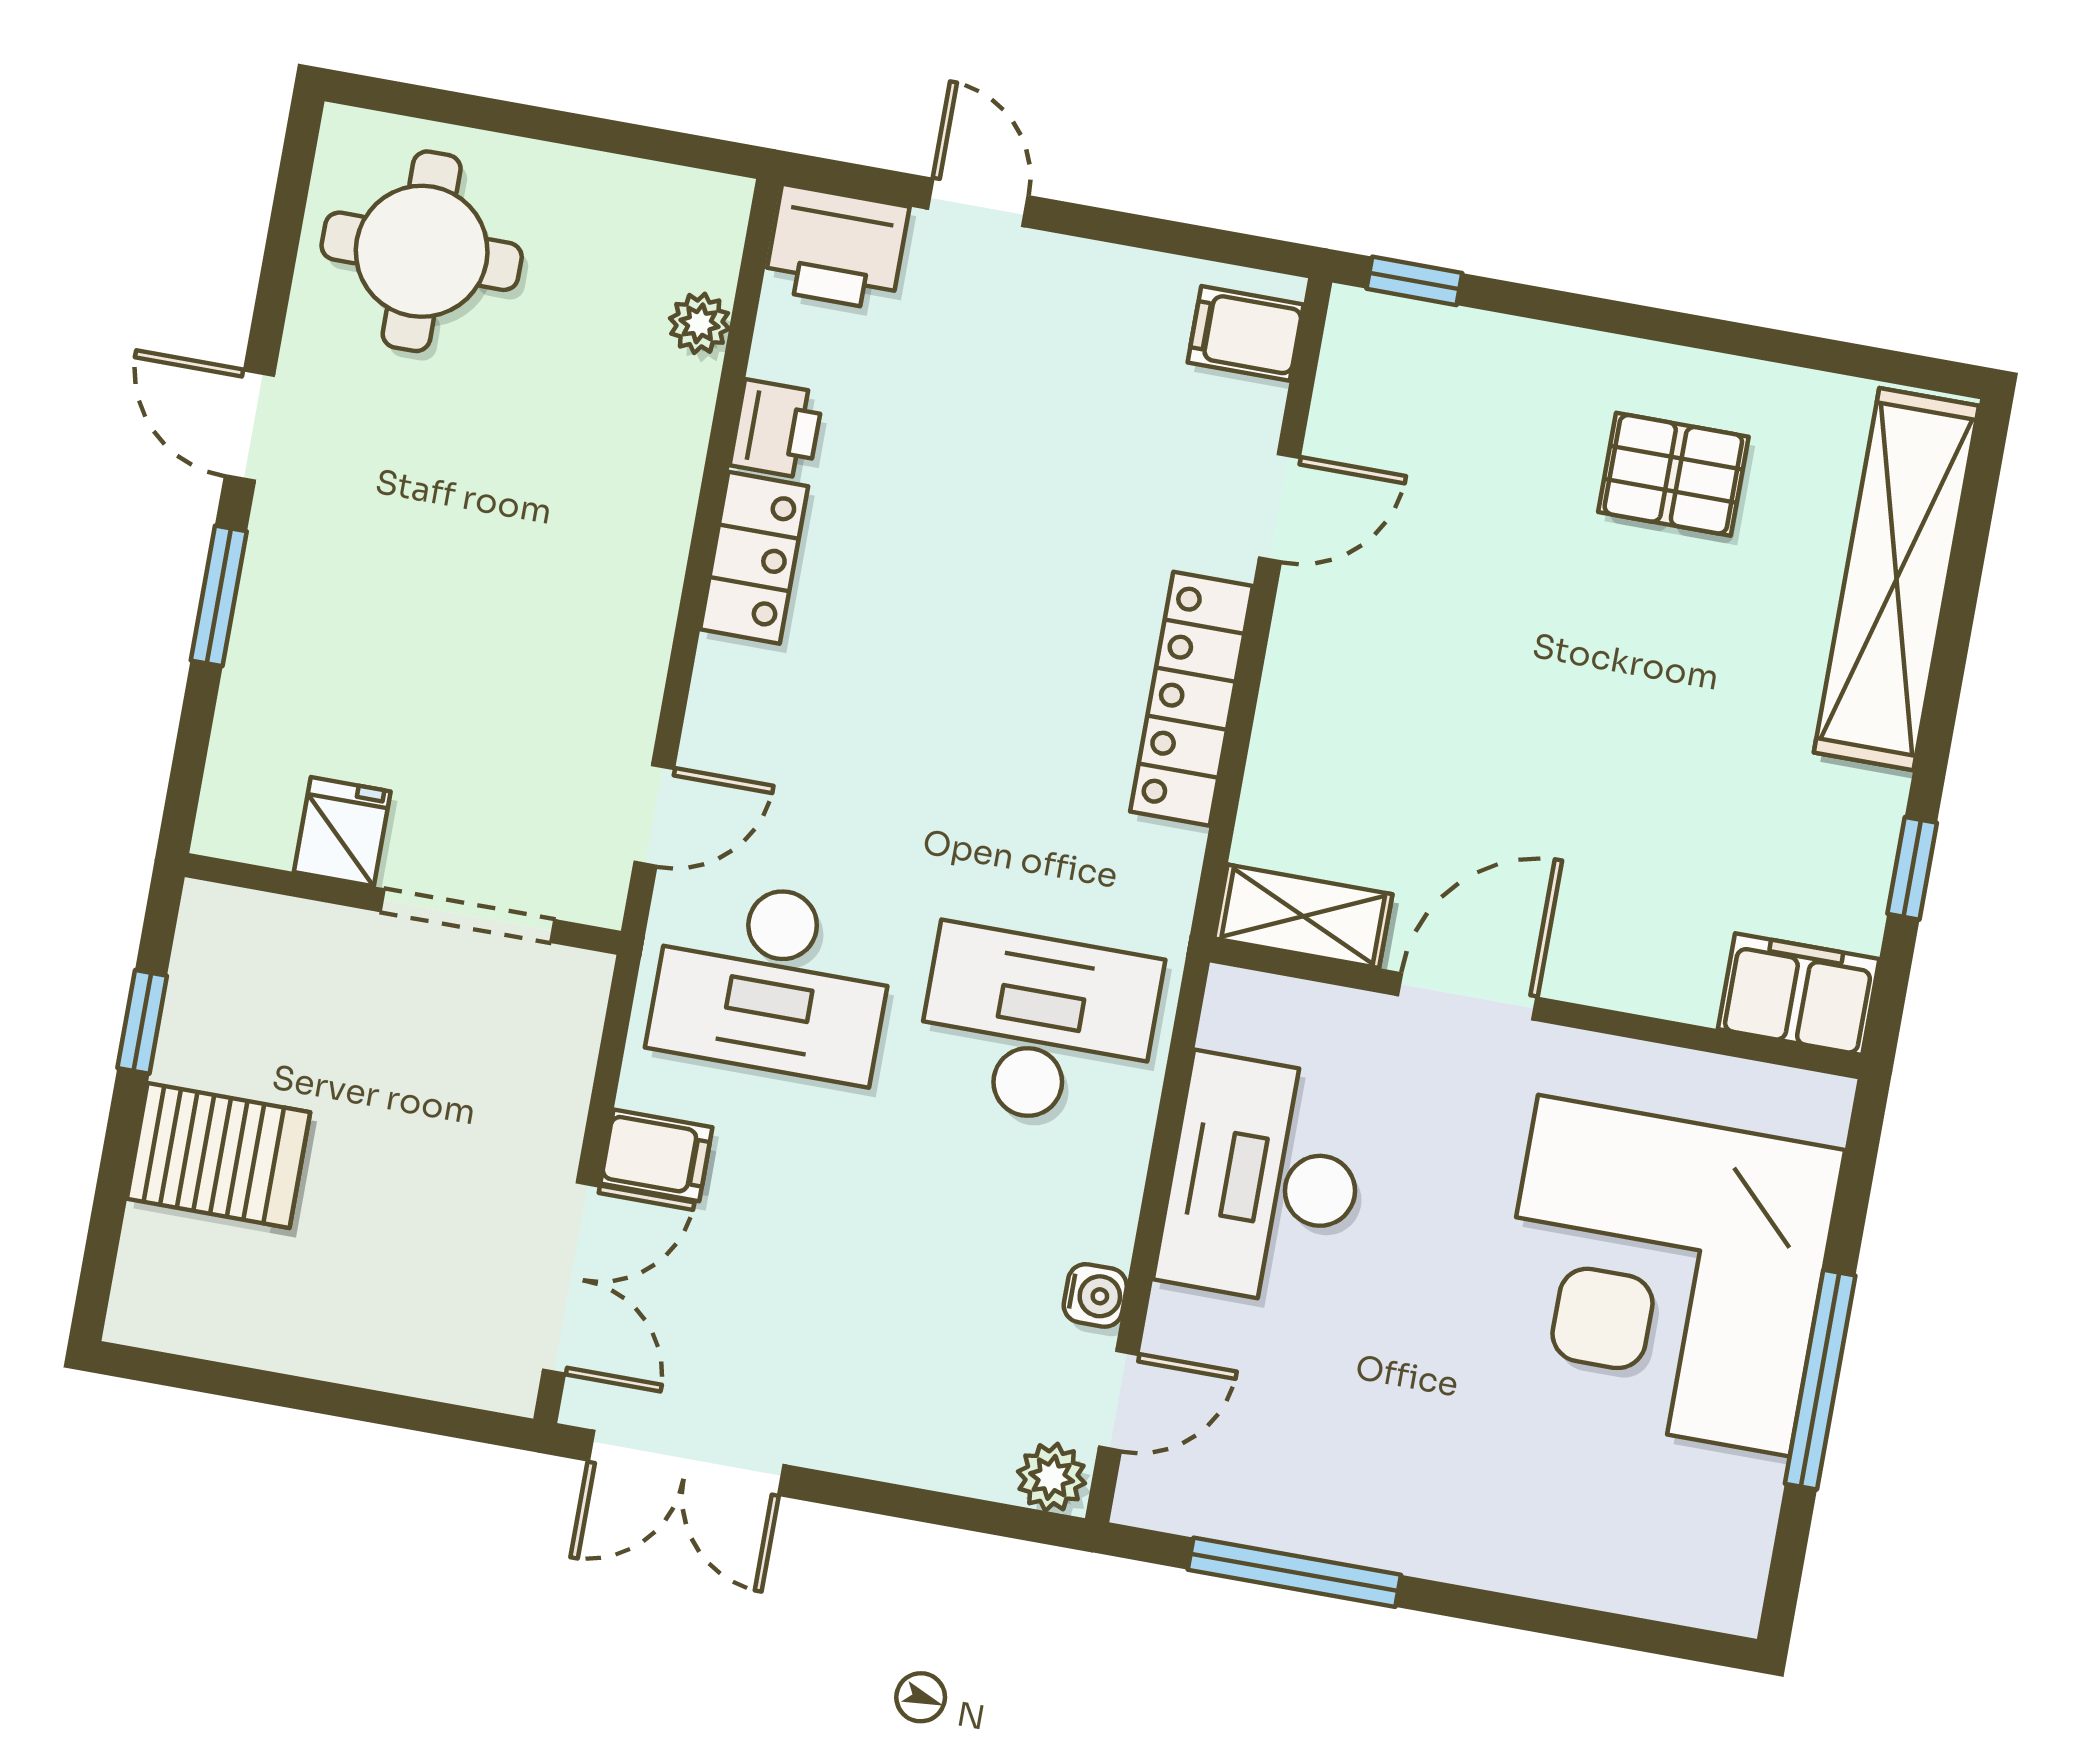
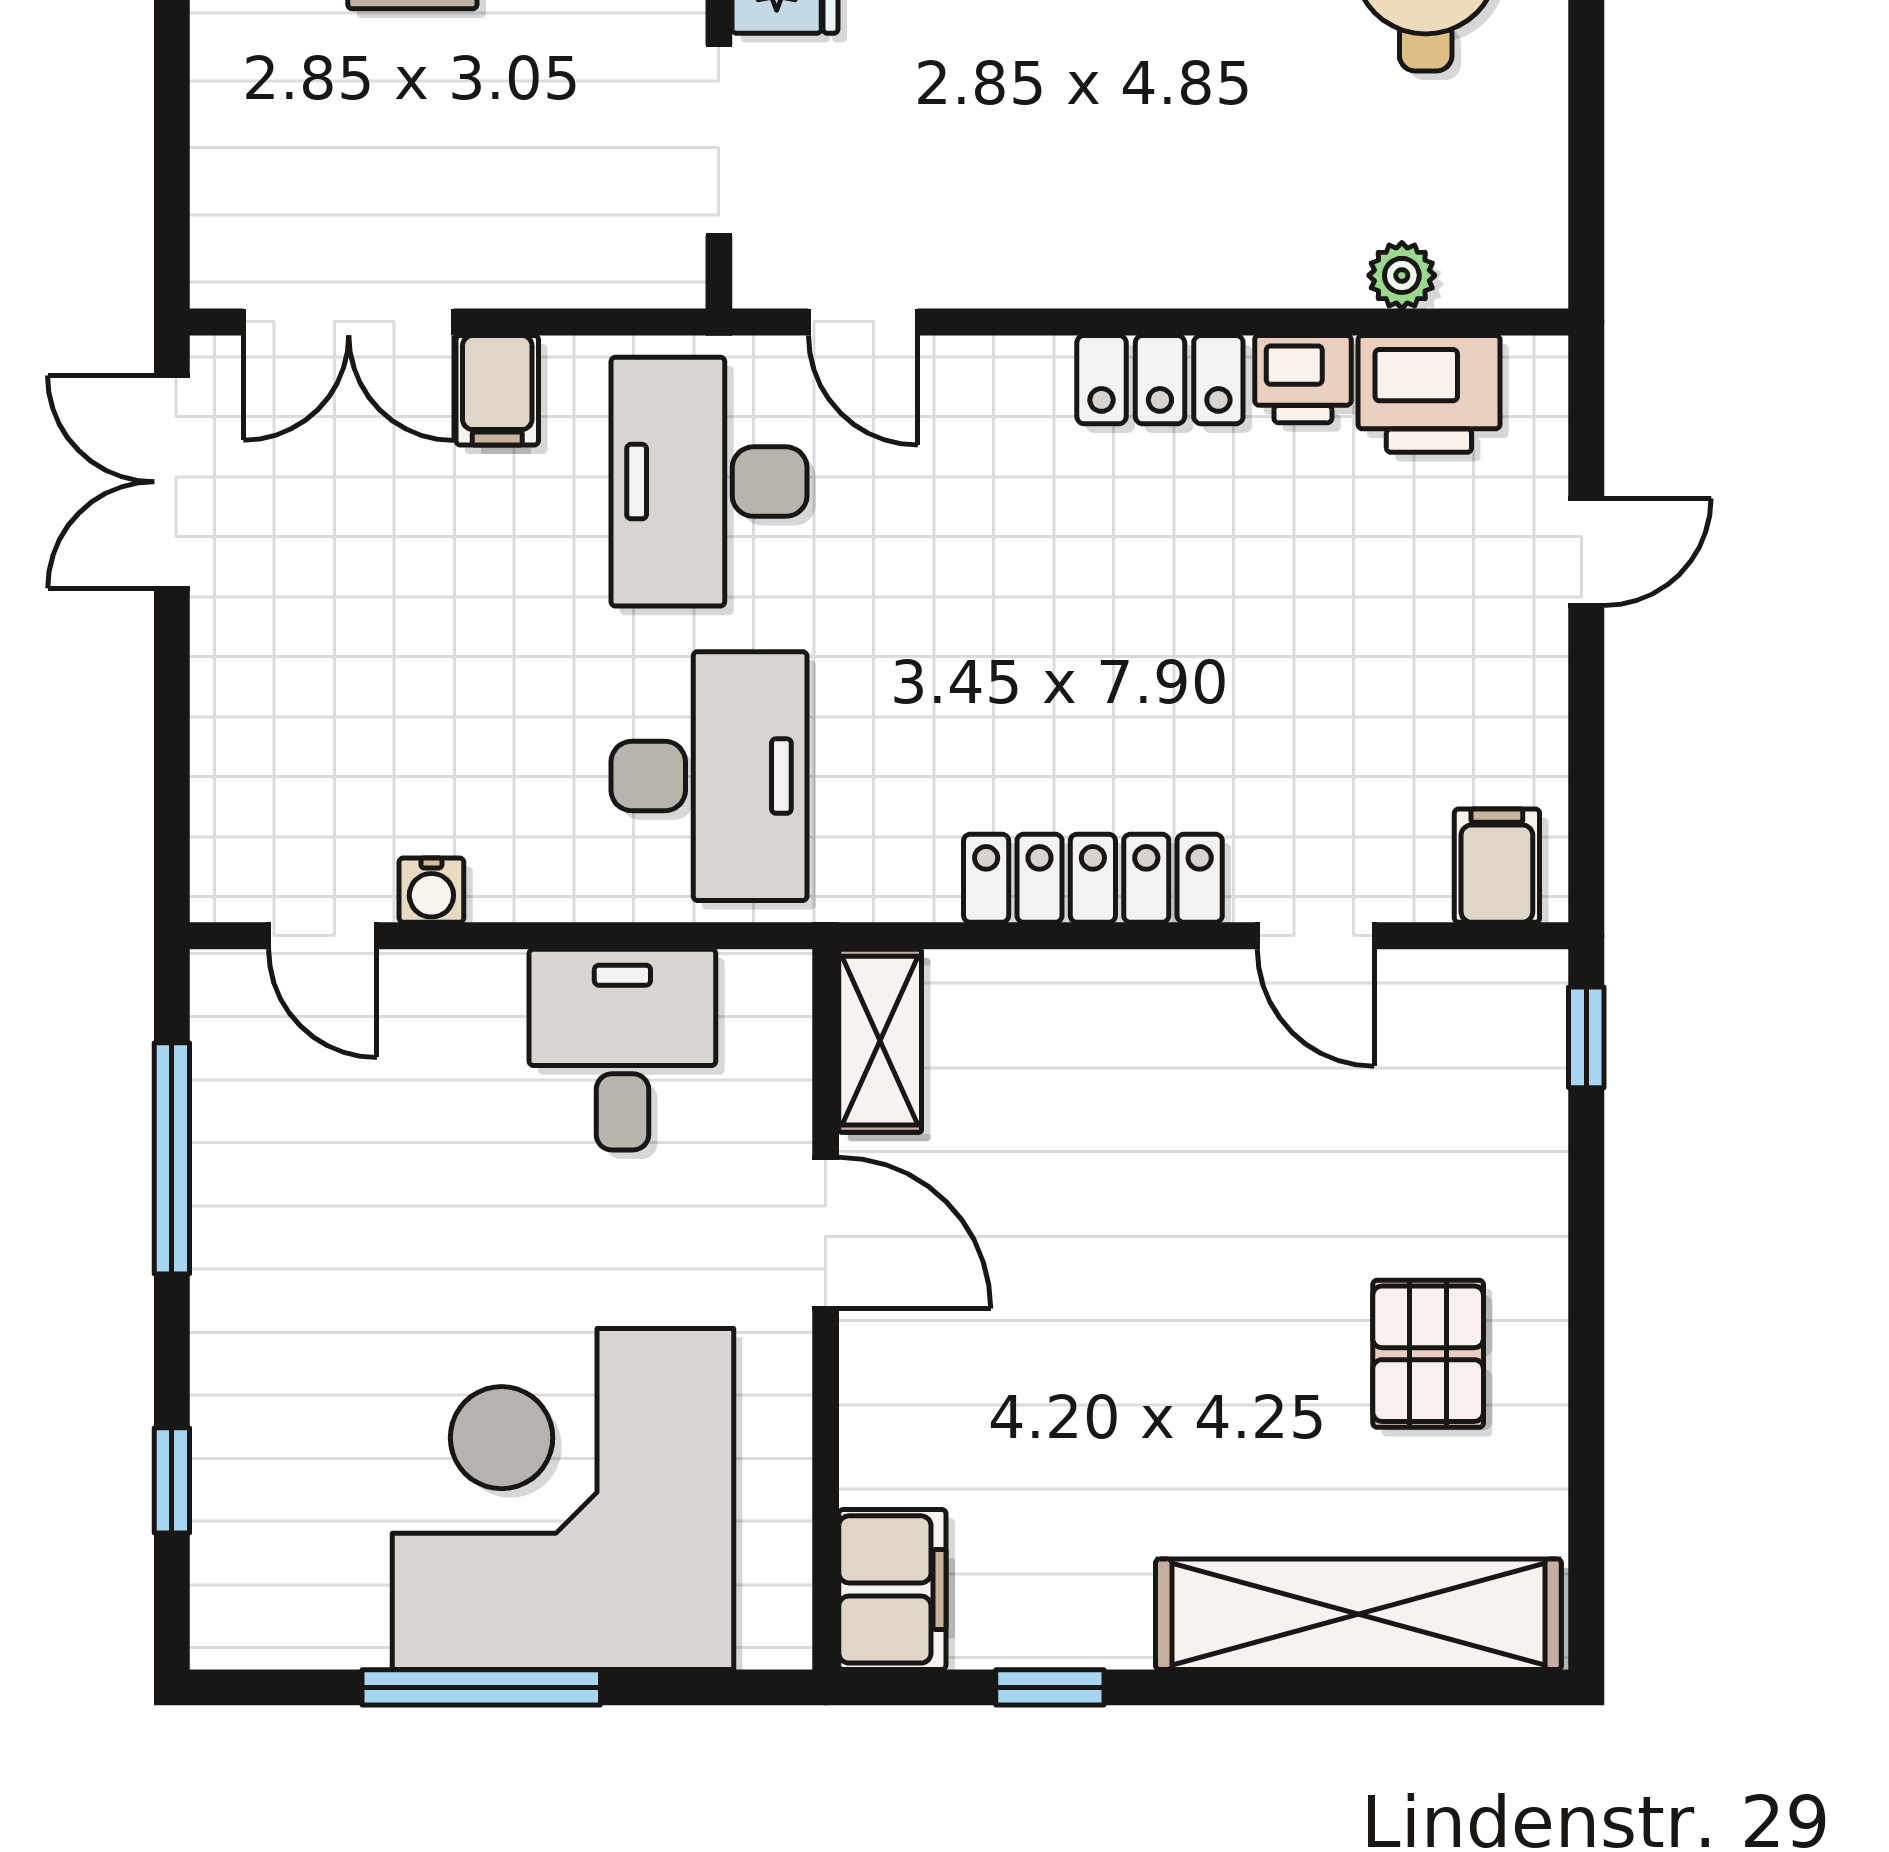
printer: (836, 248) -> (1429, 394), moved, turned -90
desk: (1264, 1181) -> (622, 1050), width x0.73
plant: (1052, 1477) -> (227, 878), removed
window: (1584, 1624) -> (172, 1480), added

